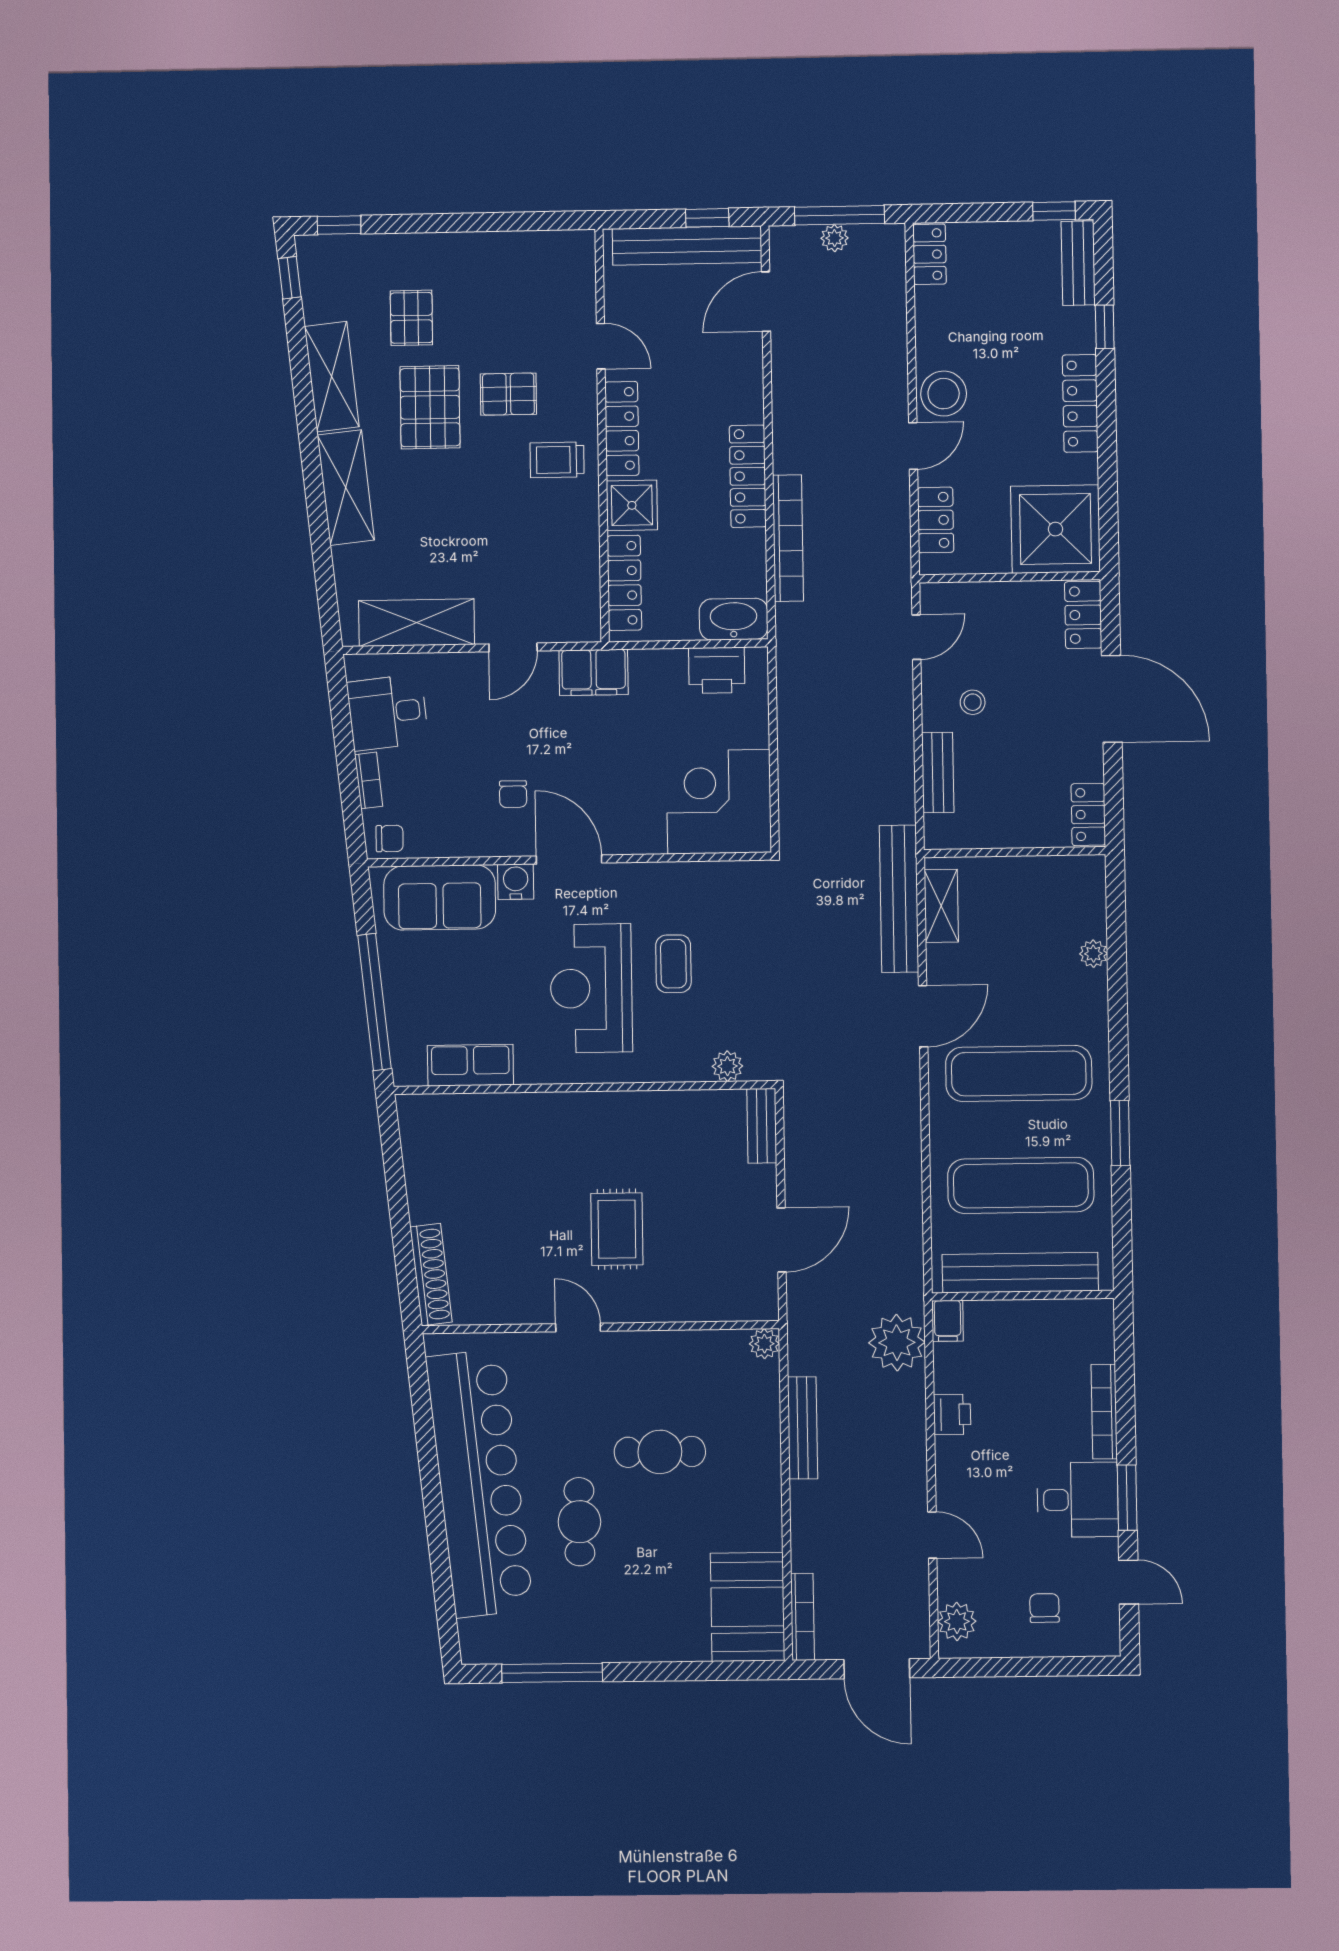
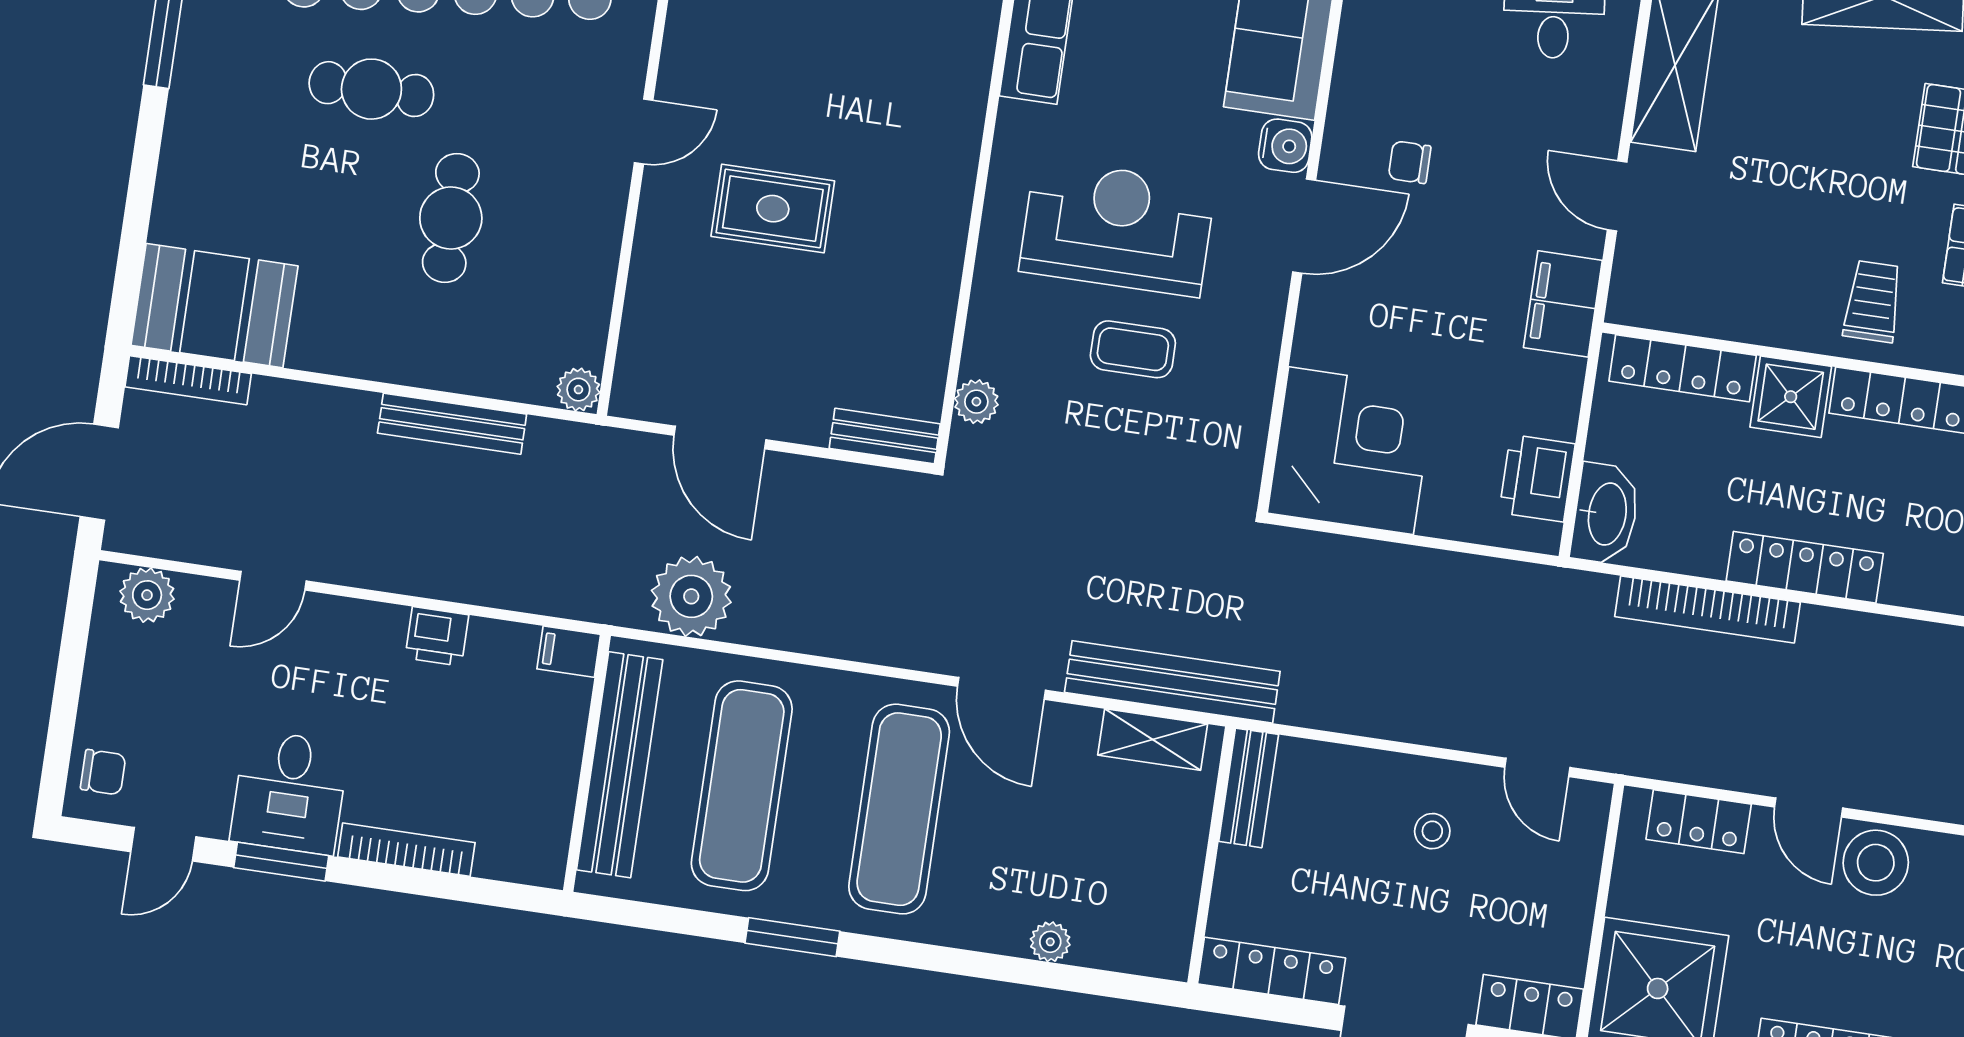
bench: (938, 772) -> (1249, 788), moved, turned 90
locker: (1088, 814) -> (1272, 971), width x1.53
plant: (897, 1343) -> (691, 596), moved
chair: (1044, 1608) -> (103, 772), moved

